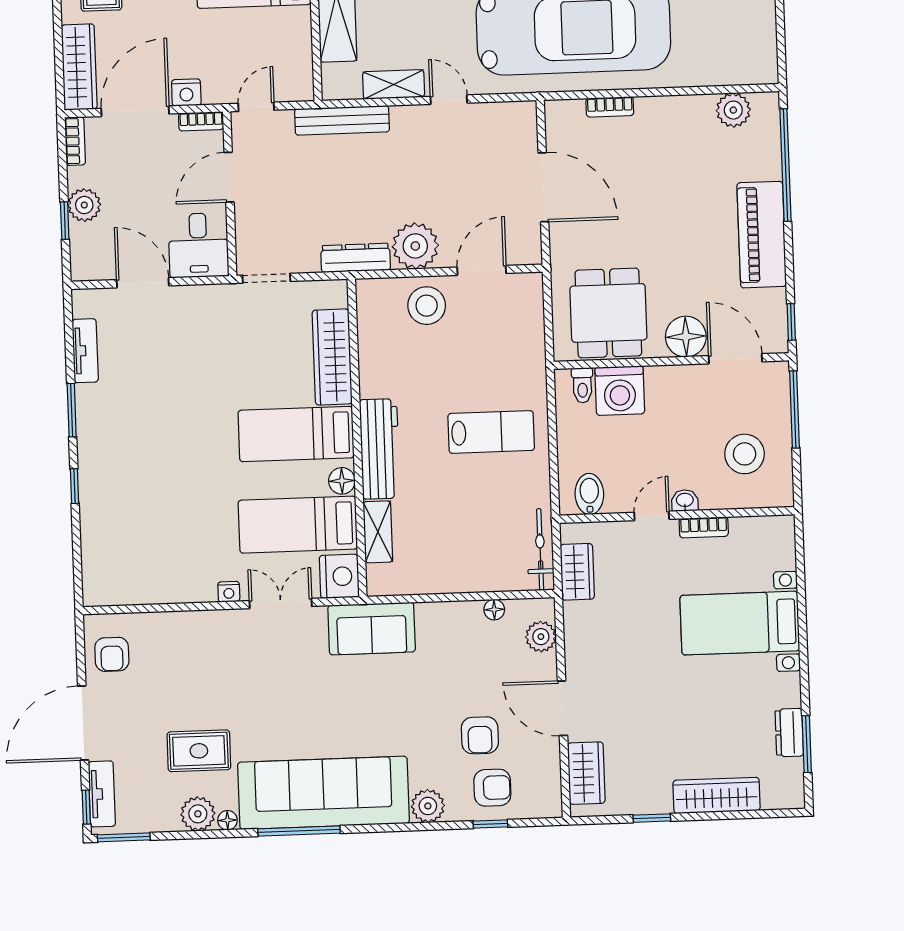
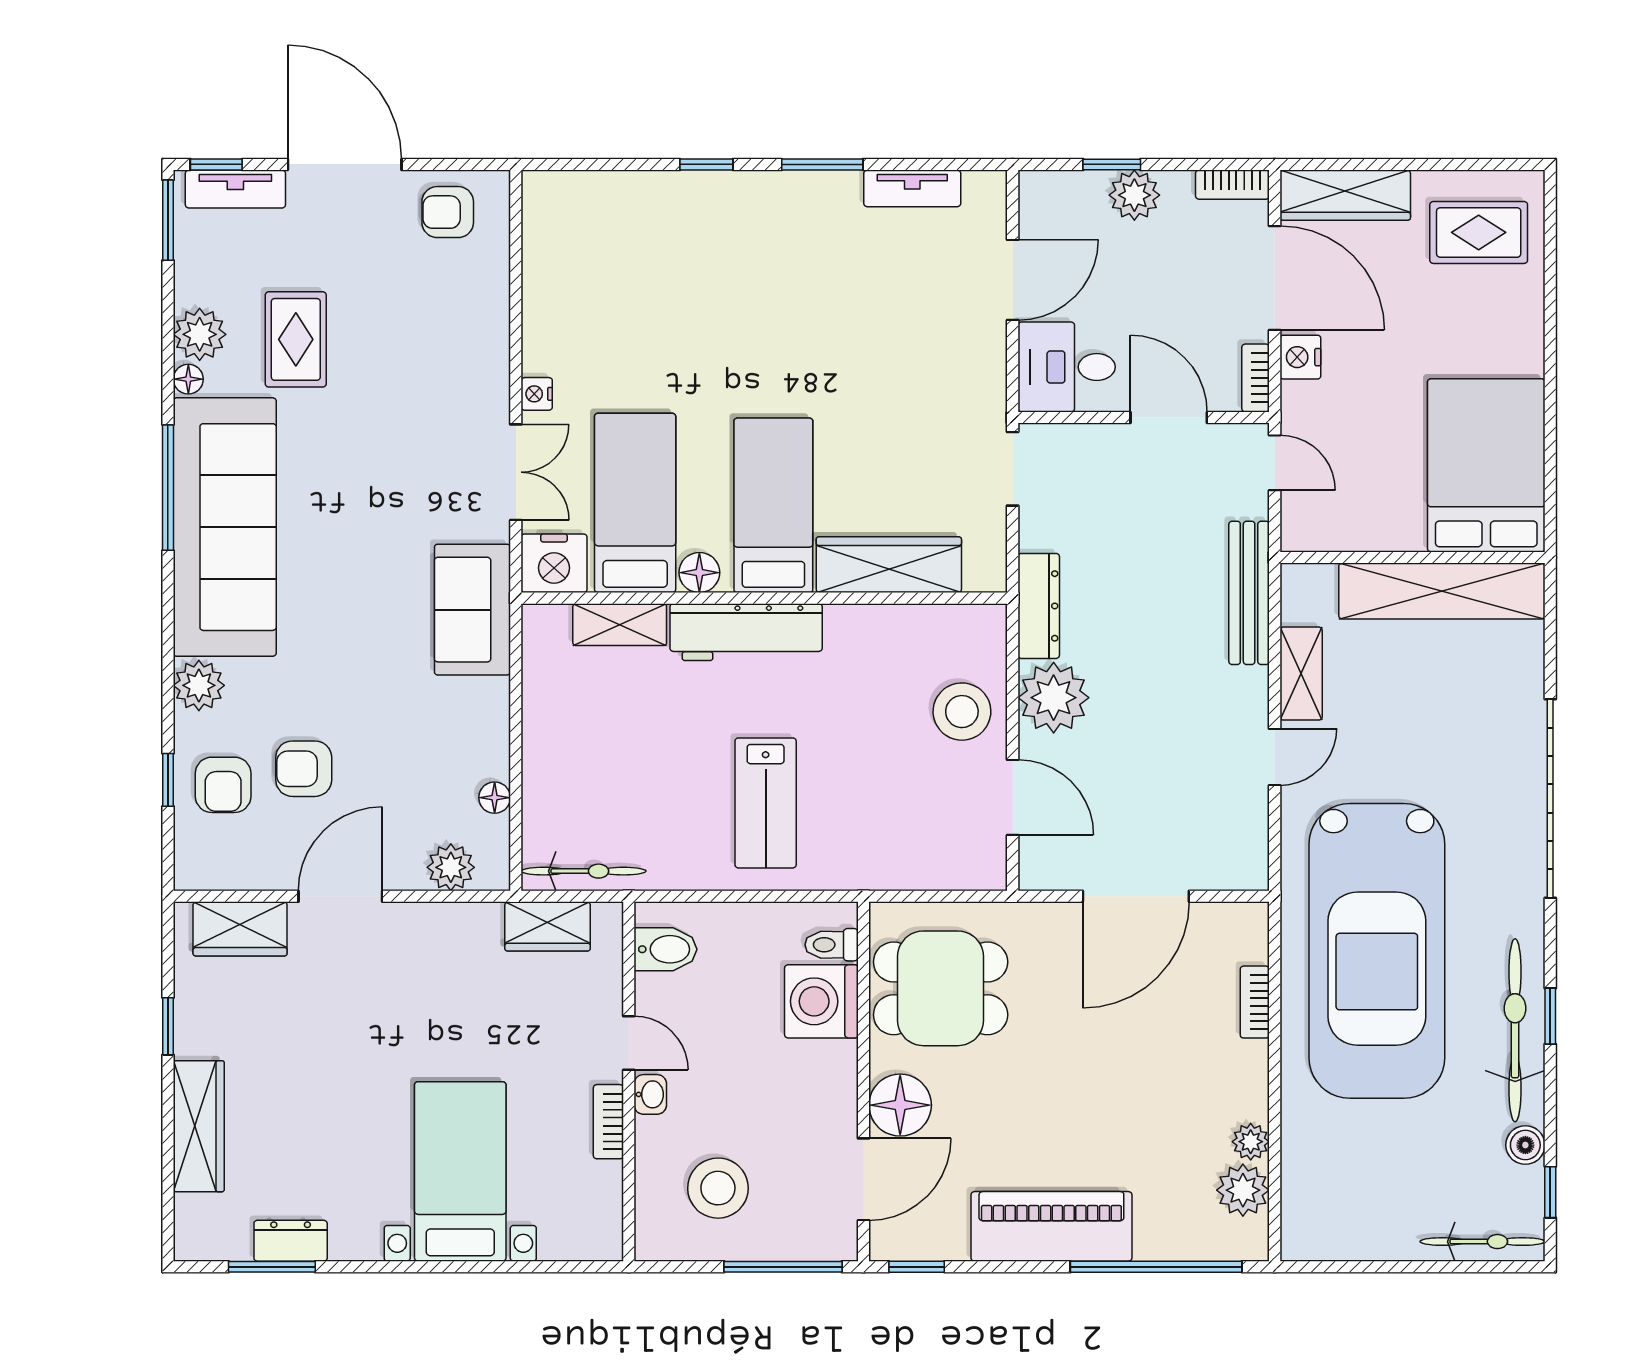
plant: (701, 106) -> (1251, 1142), added

